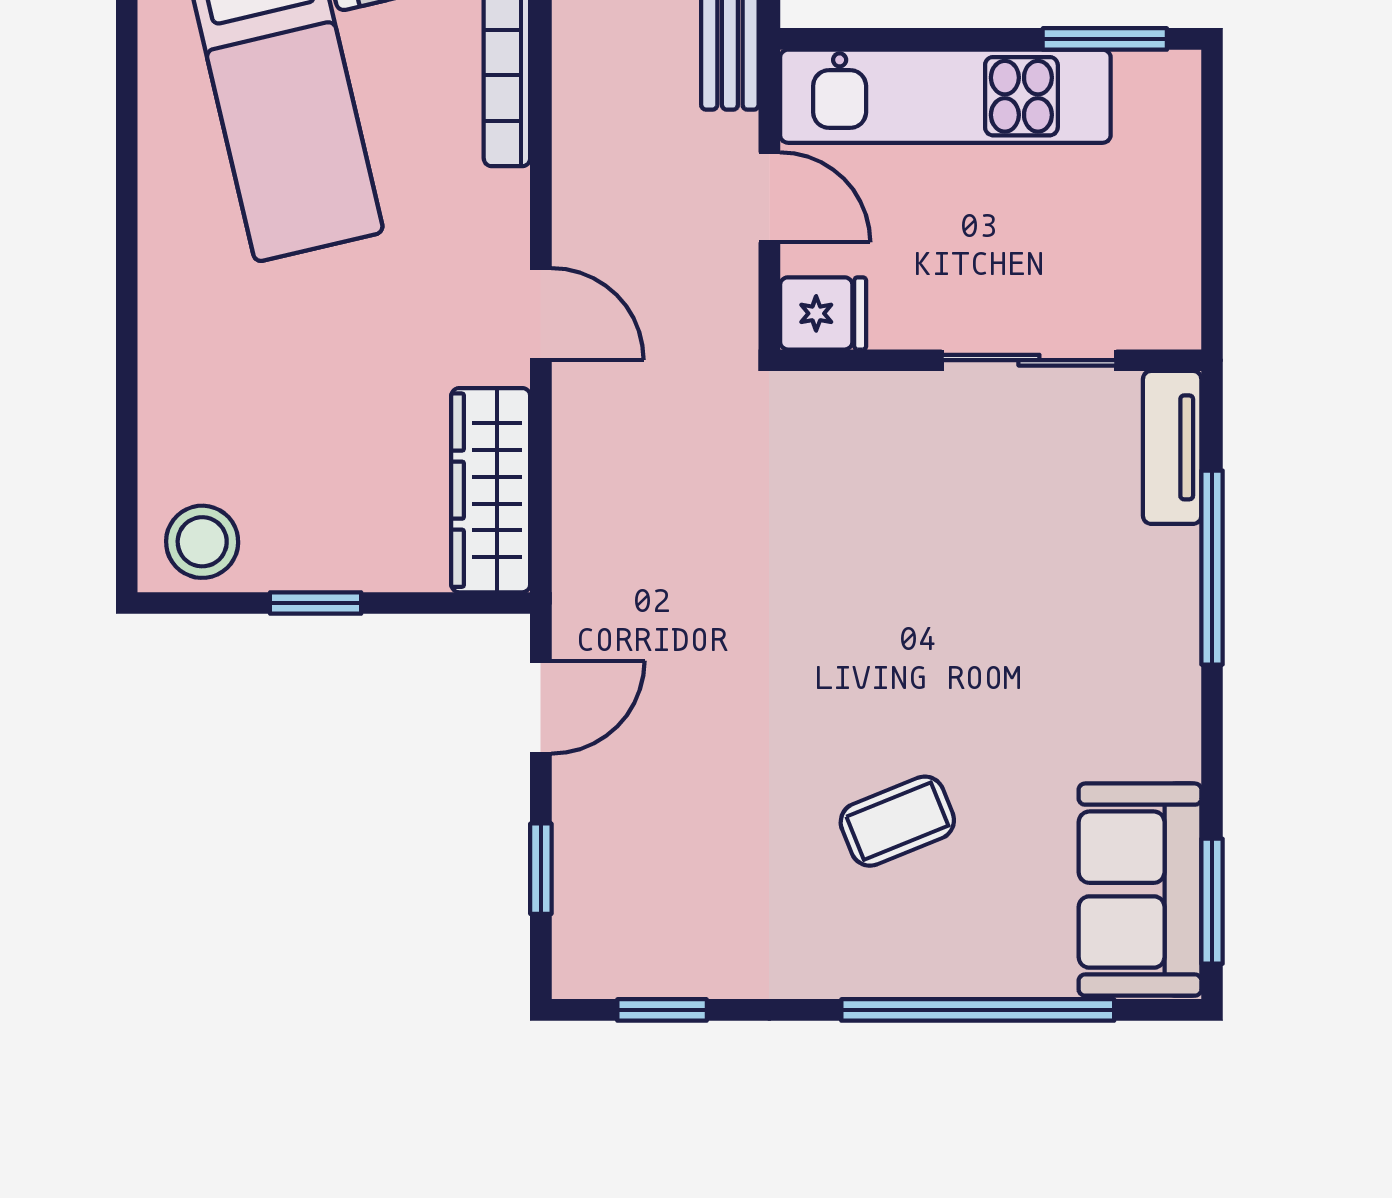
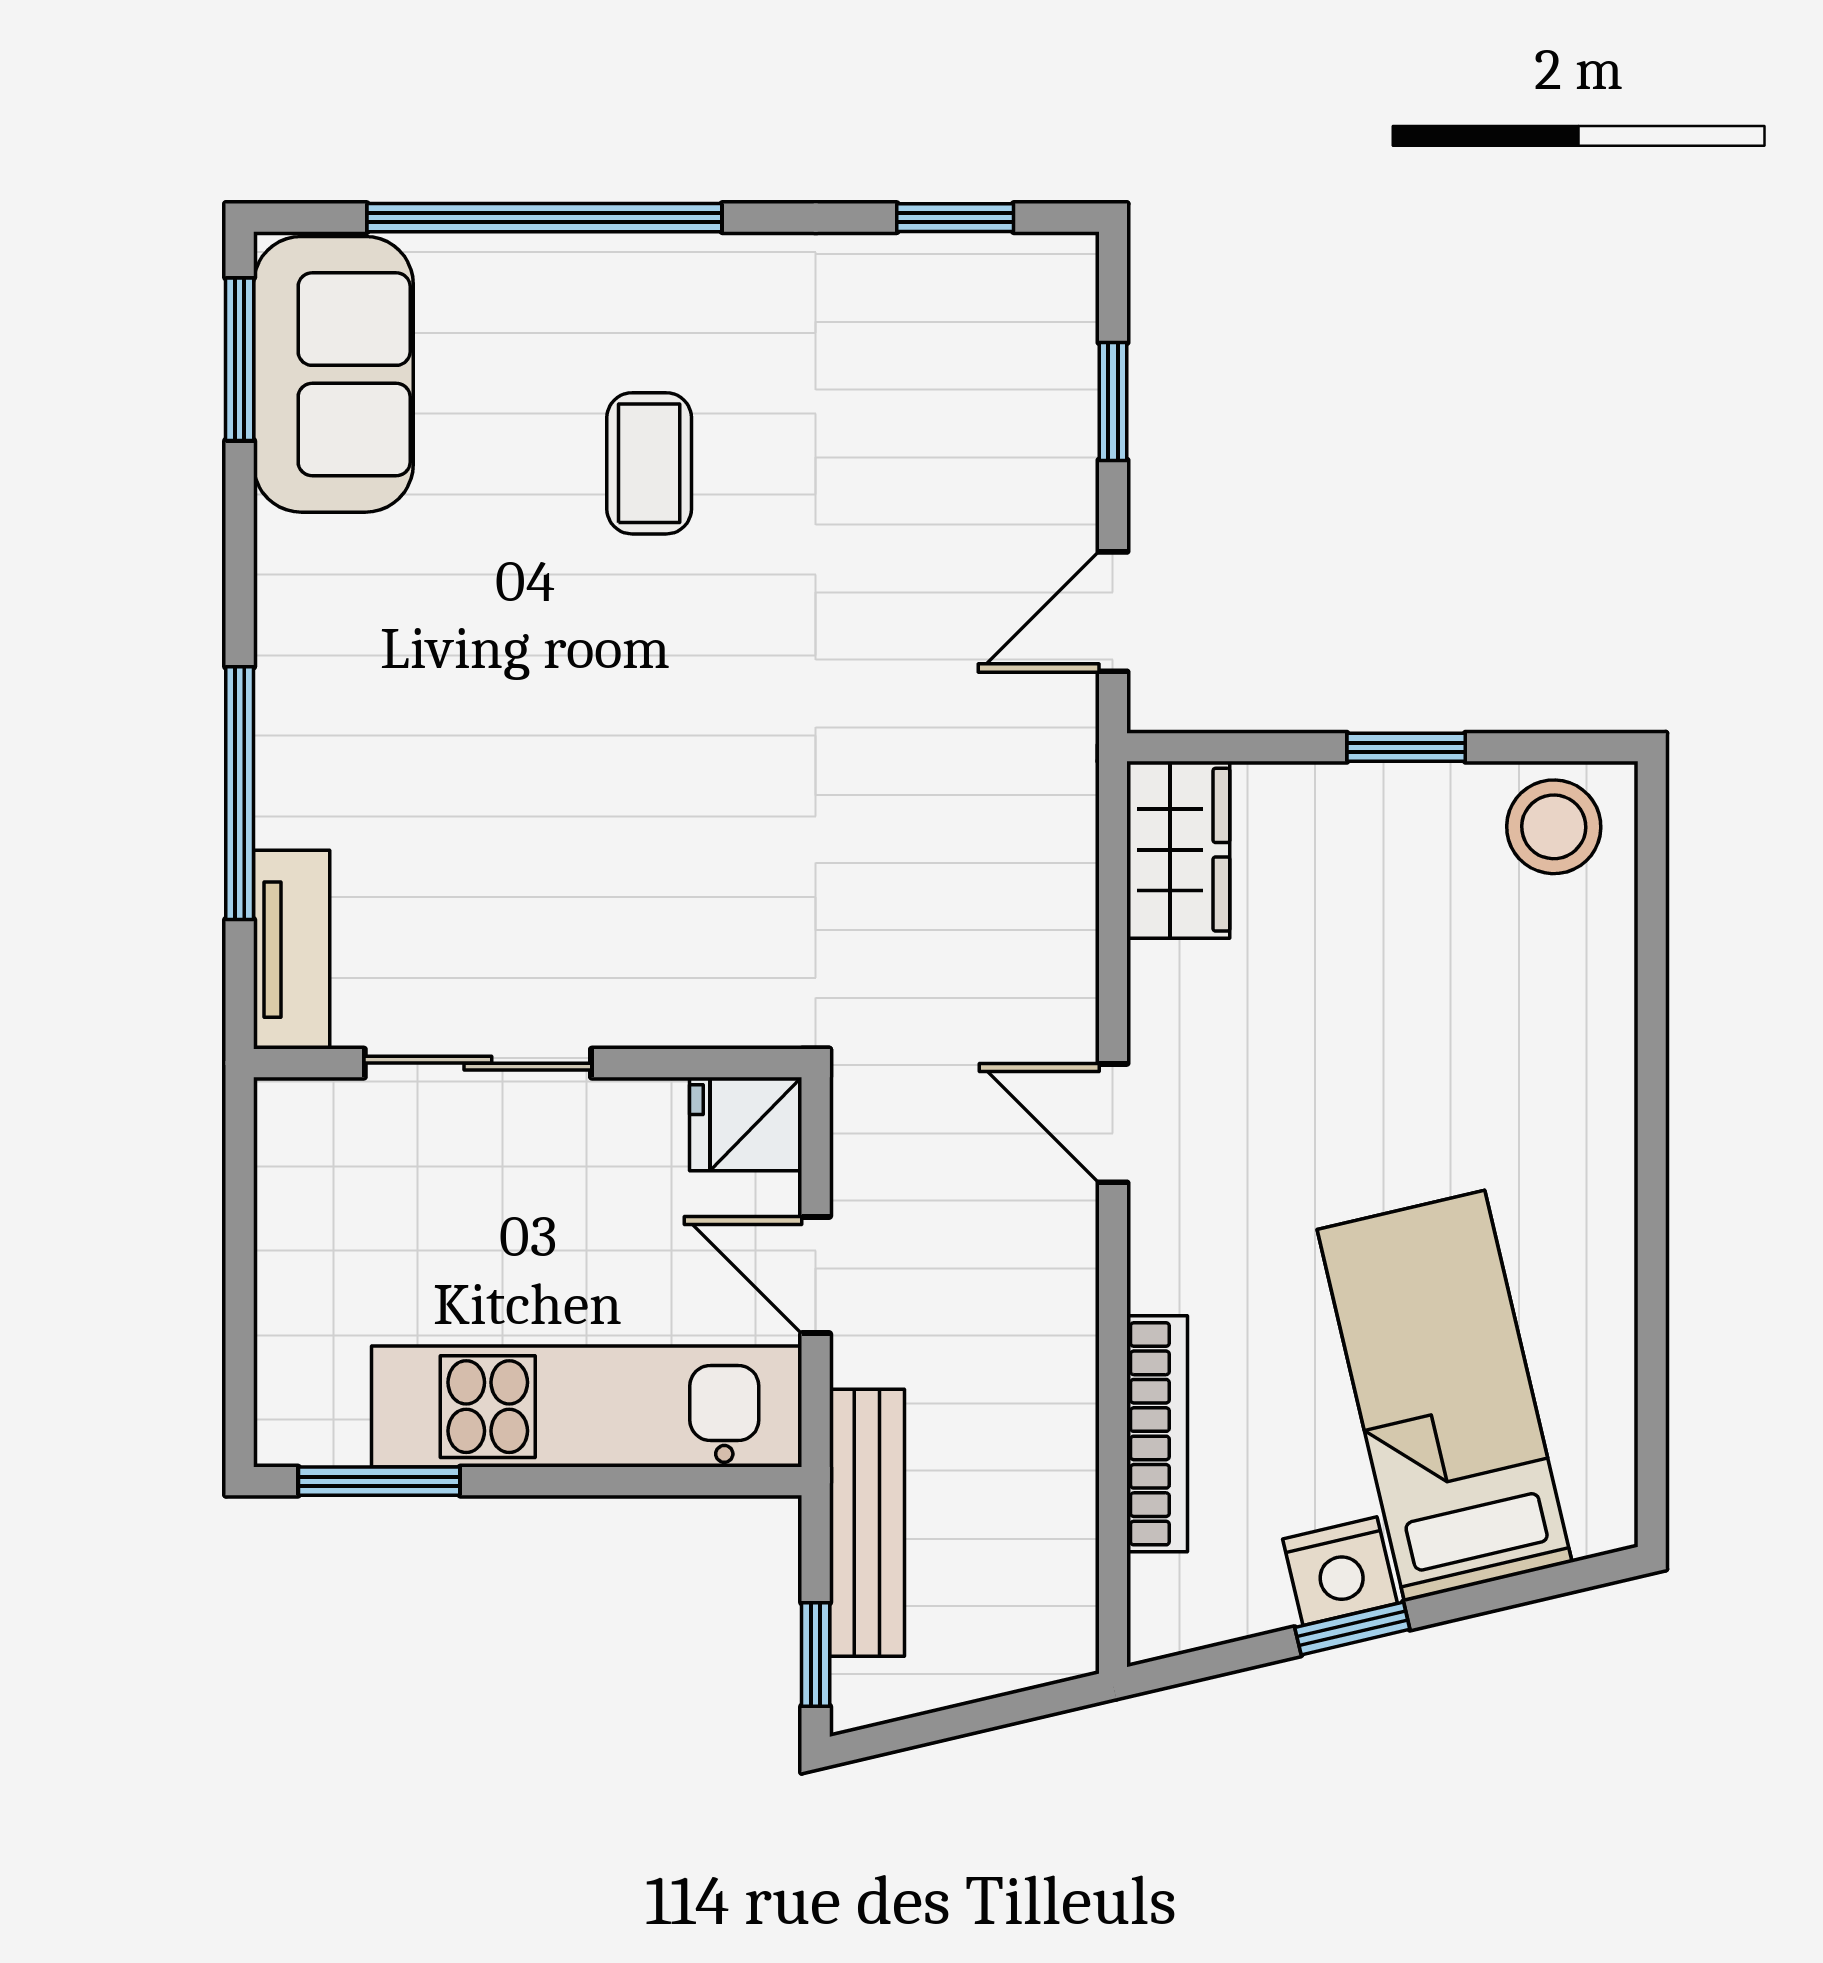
wardrobe: (491, 490) -> (1178, 850), width x0.67
coffee table: (897, 821) -> (649, 463), turned -68

